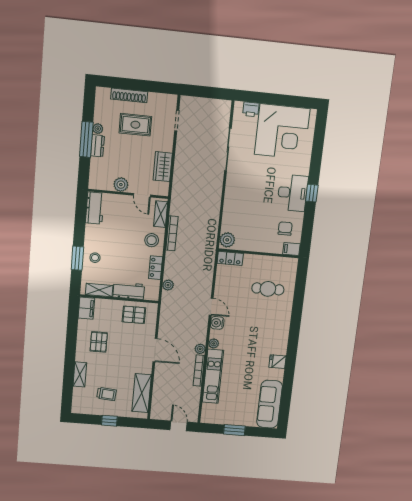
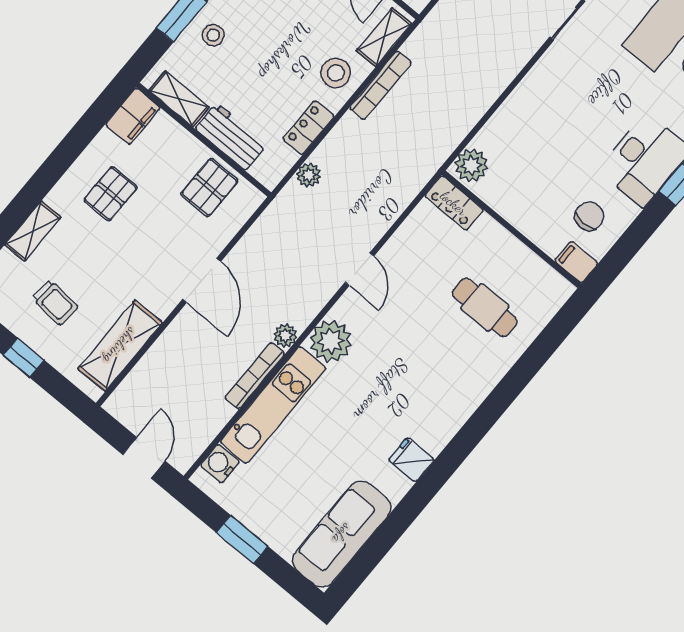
pallet: (134, 315) -> (209, 187), turned 90
water cooler: (217, 323) -> (220, 464), moved
plant: (214, 343) -> (331, 341), width x1.87, depth x1.87

